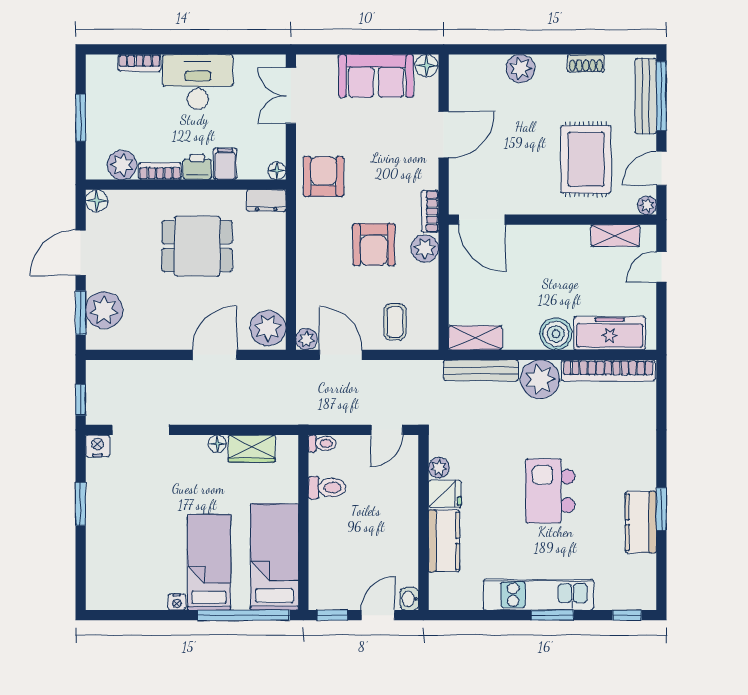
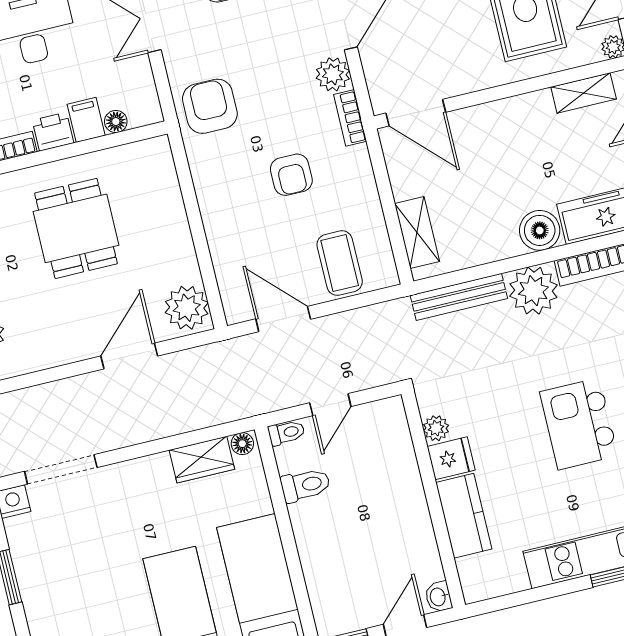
floor lamp: (277, 171) -> (116, 122), moved
dresser: (266, 201) -> (147, 153), removed
armchair: (374, 245) -> (291, 175), width x0.72, depth x0.72
dining table: (197, 246) -> (76, 228), turned 90
plant: (425, 248) -> (333, 74), moved
coffee table: (395, 322) -> (340, 263), width x1.36, depth x1.30
shelving: (475, 338) -> (417, 233), moved, turned 90
plant: (307, 339) -> (237, 310), removed
door: (387, 430) -> (330, 405), moved
floor lamp: (217, 444) -> (242, 444), moved

